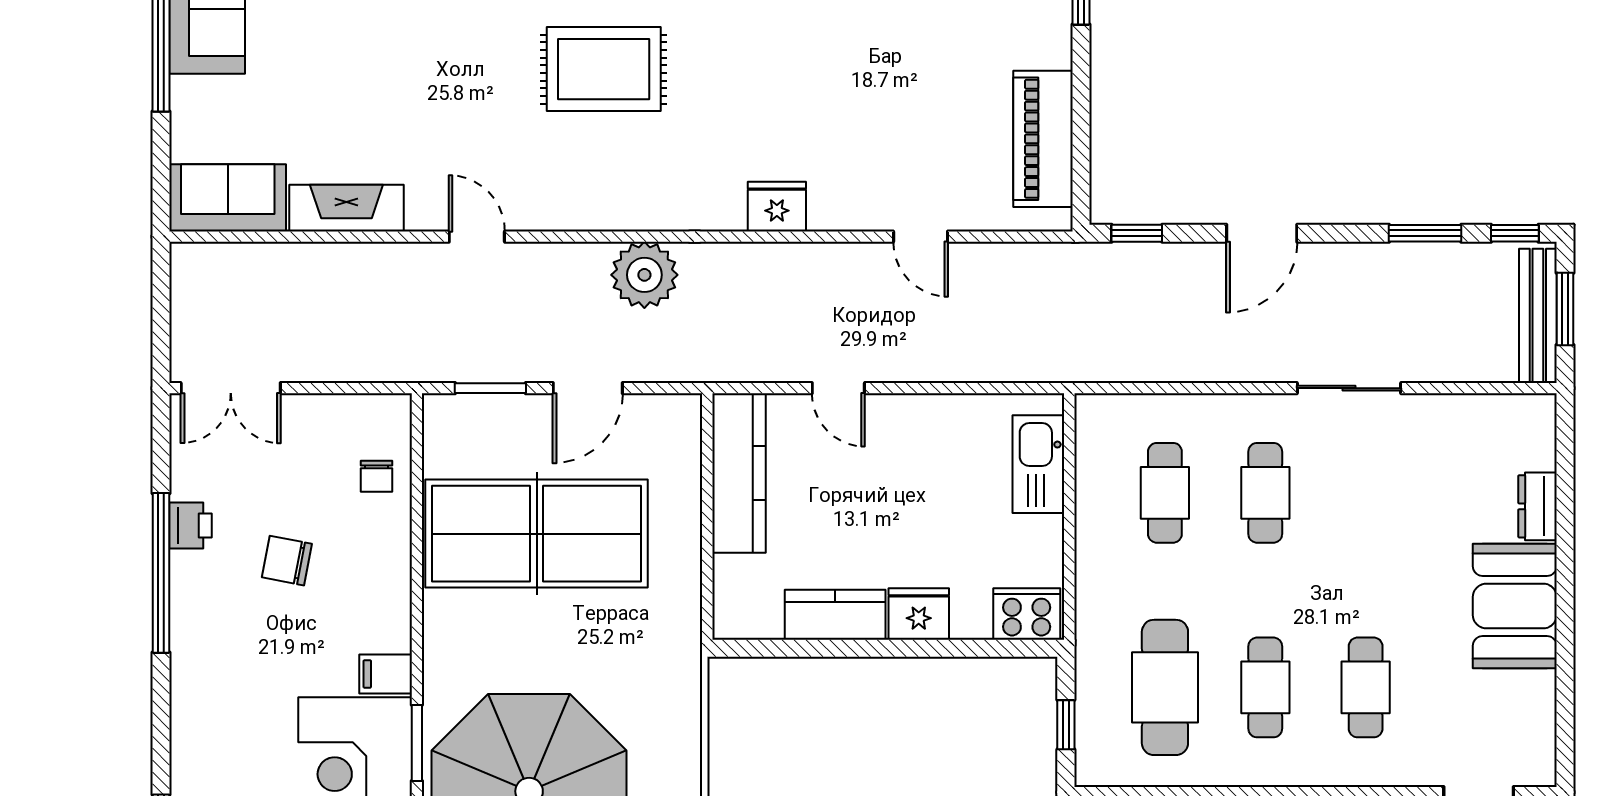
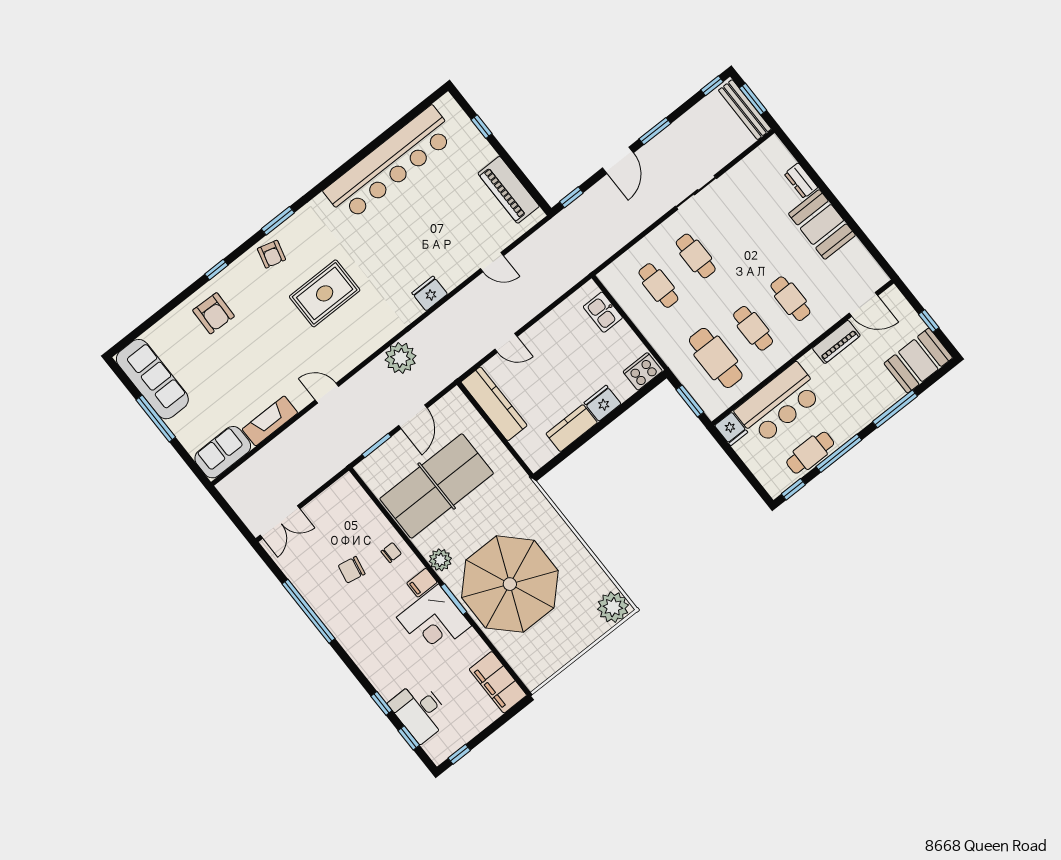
window: (1425, 233) -> (655, 131), moved
kitchen sink: (1038, 464) -> (603, 312), width x0.73
chair: (377, 476) -> (391, 553), moved, turned -90
printer: (190, 525) -> (305, 585), removed
plant: (446, 660) -> (440, 560), added
window: (1066, 725) -> (690, 401), width x1.50

